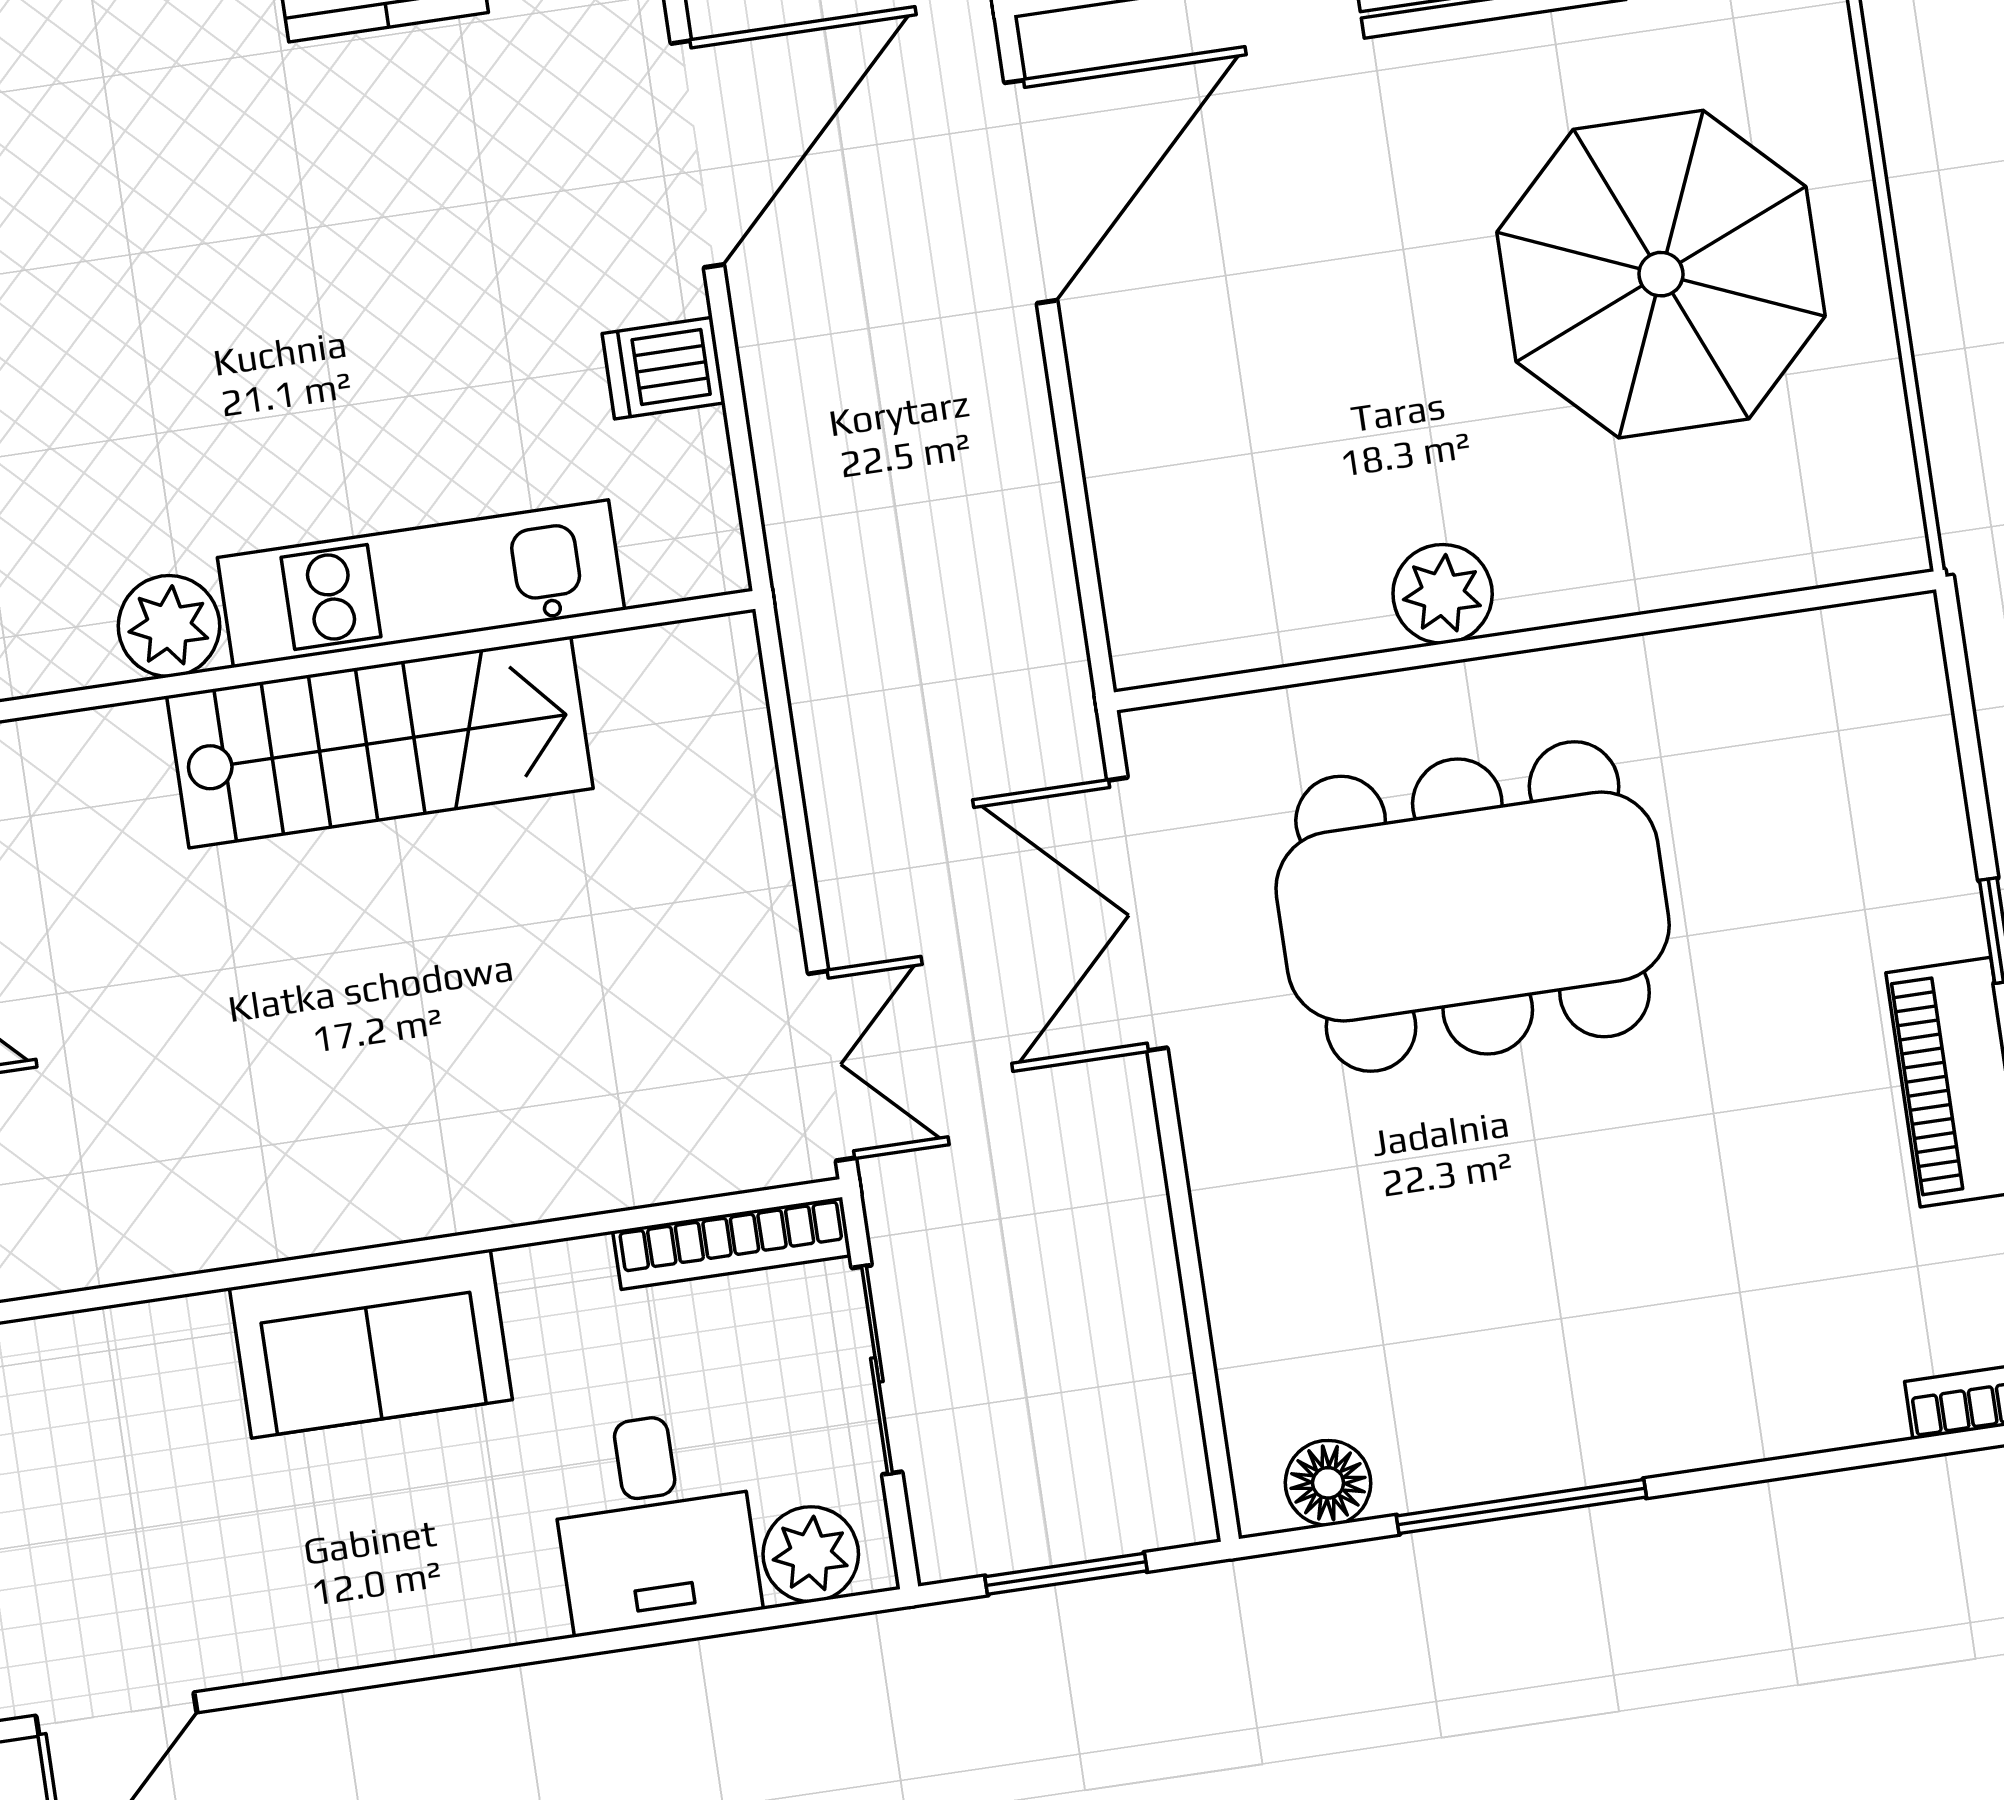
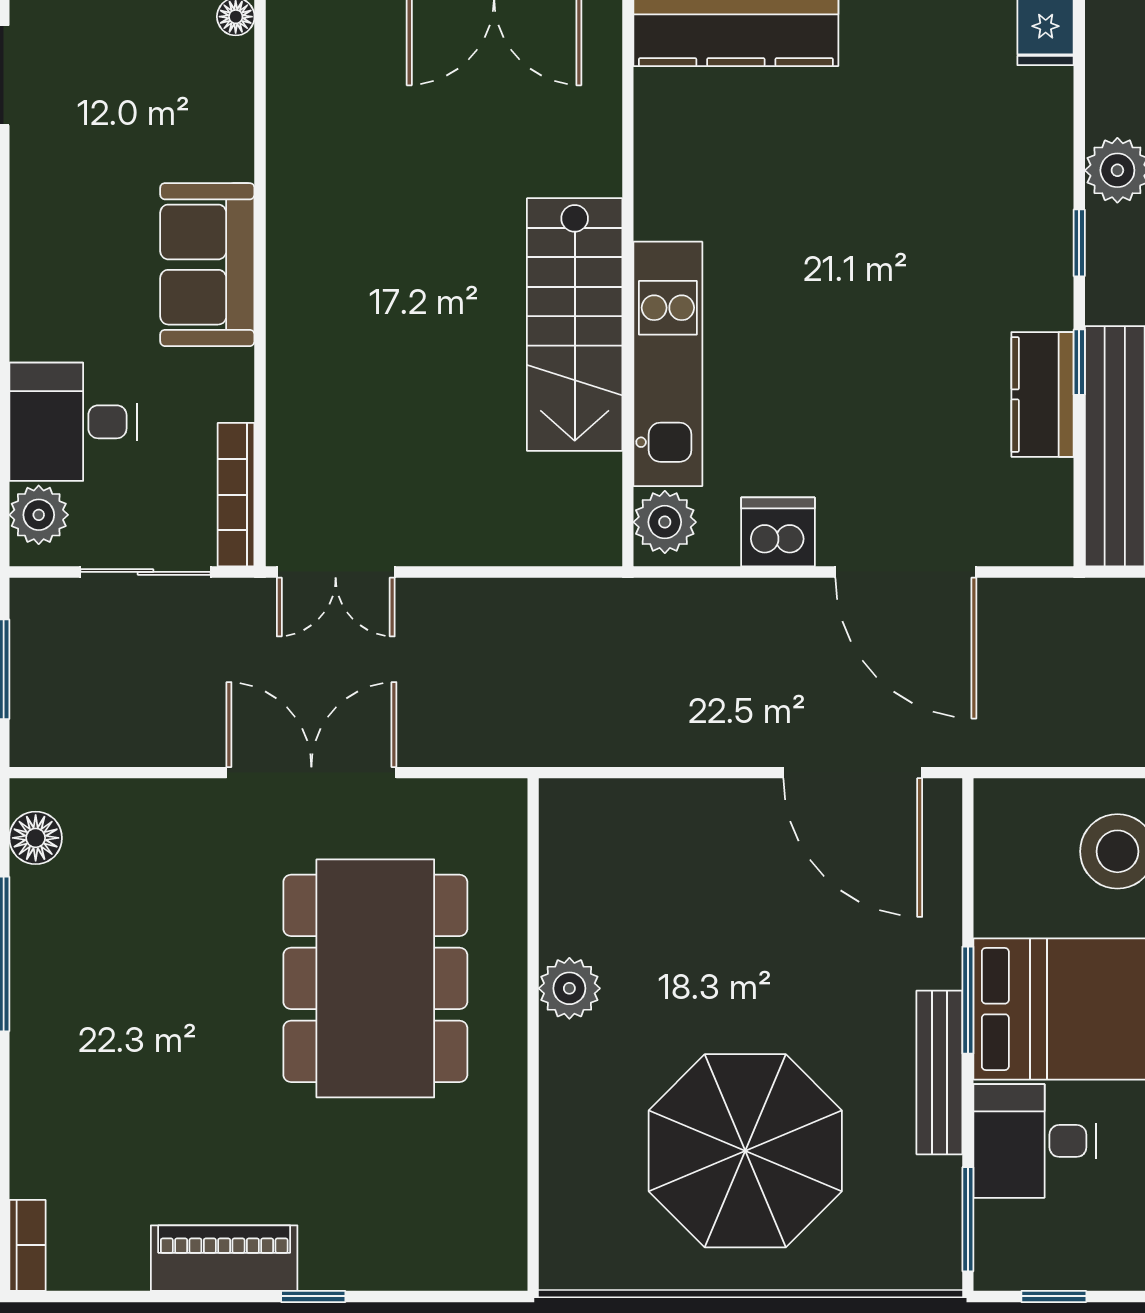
dishwasher: (664, 368) -> (778, 532), width x1.38
plant: (169, 626) -> (665, 522), moved
double door: (1137, 914) -> (311, 773), moved

